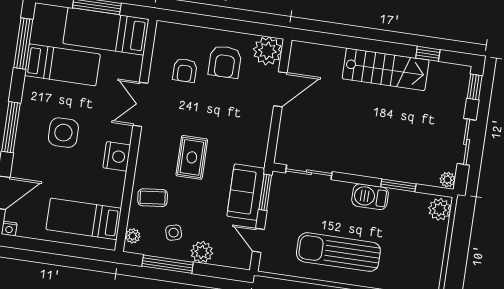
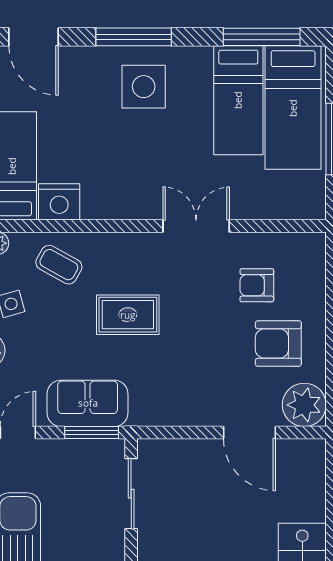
bed: (106, 31) -> (293, 108), moved, turned 180
side table: (63, 133) -> (144, 87), moved
nightstand: (117, 156) -> (59, 202), moved
coffee table: (153, 198) -> (59, 265), turned -55

